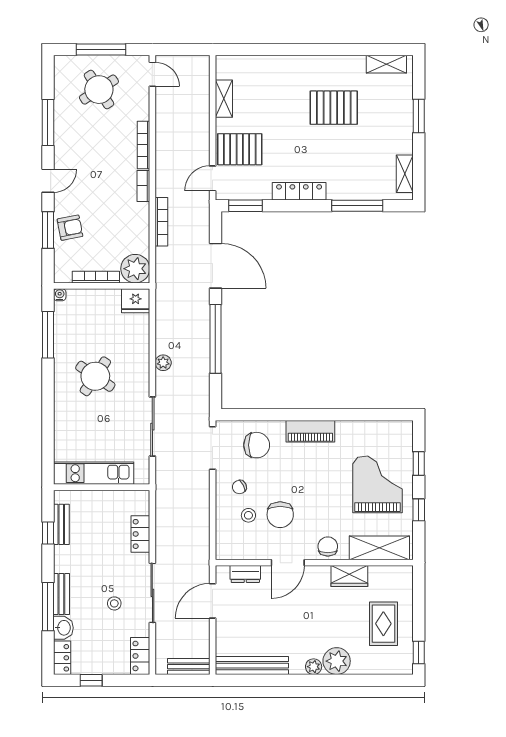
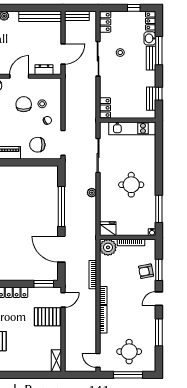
round table: (99, 90) -> (129, 352), turned 33
shelving: (224, 99) -> (56, 361), moved
round table: (95, 376) -> (131, 185), turned -34
locker: (140, 534) -> (105, 108), moved

